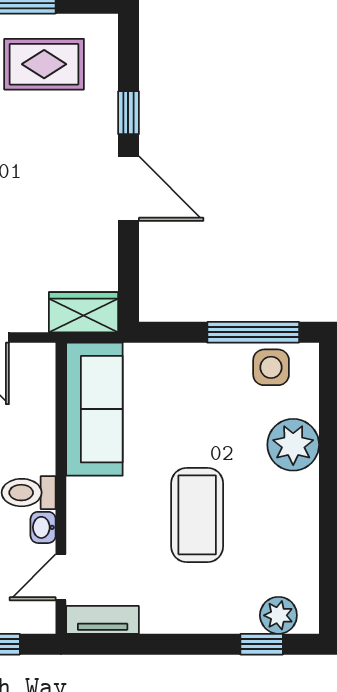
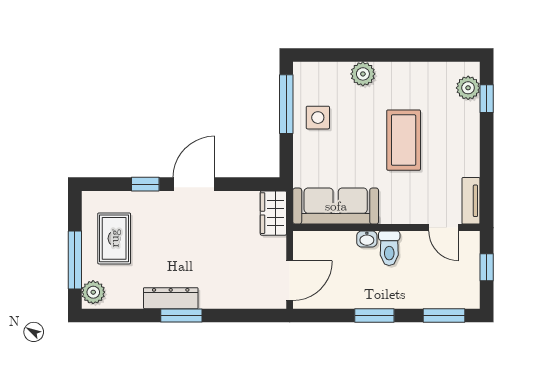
side table: (271, 367) -> (318, 118), moved
plant: (293, 445) -> (363, 74), width x0.73, depth x0.73
coffee table: (197, 515) -> (404, 140), turned 90
washbasin: (43, 527) -> (367, 239), moved

